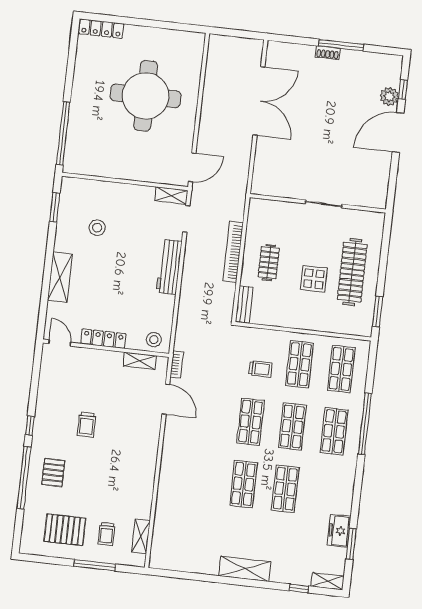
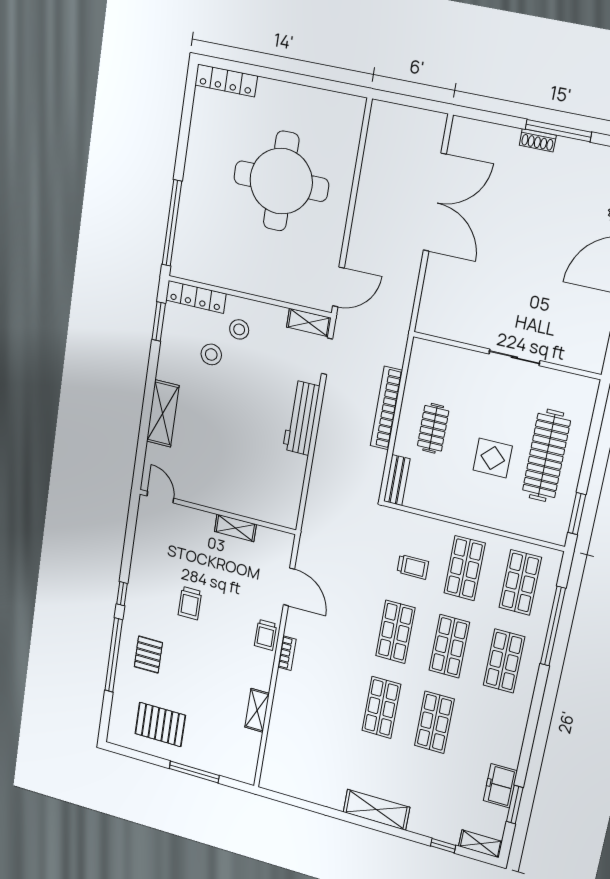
locker: (103, 339) -> (196, 297), moved, turned 180
stool: (154, 340) -> (239, 329), moved
shelving: (140, 361) -> (235, 528), moved
bookcase: (177, 365) -> (287, 653), moved
window: (365, 424) -> (553, 626), moved
trolley: (106, 534) -> (266, 635), moved
shelving: (141, 536) -> (257, 710), moved

